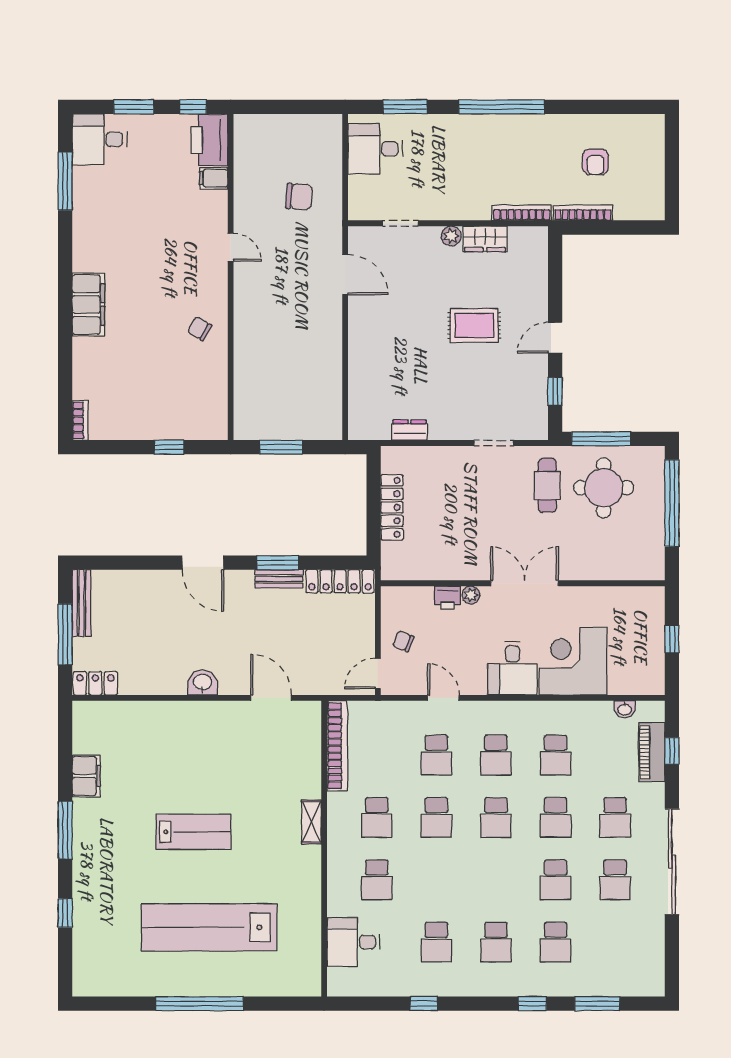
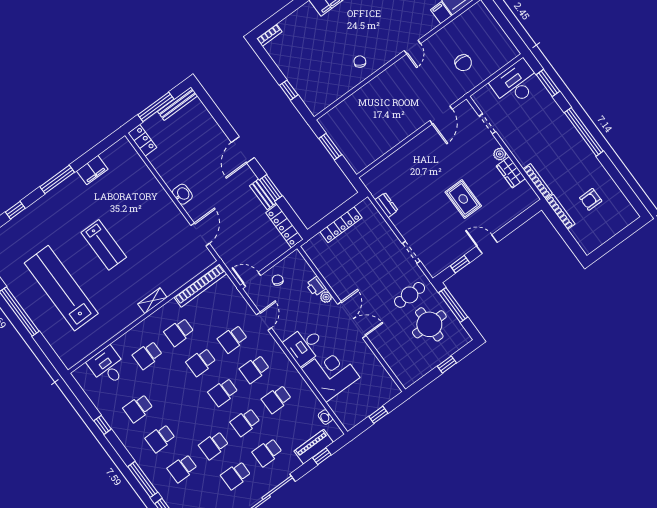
desk: (375, 149) -> (516, 83), width x1.37
window: (672, 503) -> (447, 365), width x0.32
window: (532, 1004) -> (143, 479), width x2.17

